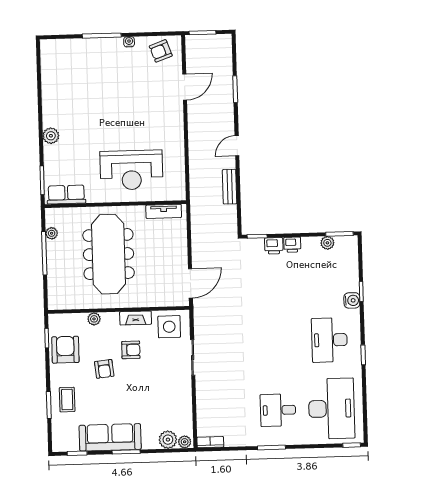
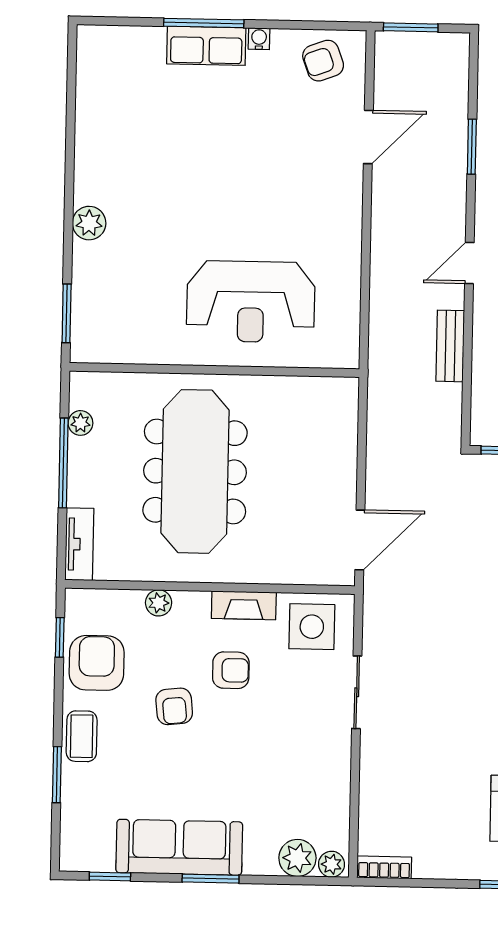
row of seats: (66, 195) -> (206, 46), moved, turned 180
tv unit: (164, 211) -> (79, 544), moved, turned -90
coffee table: (67, 400) -> (82, 736), moved

